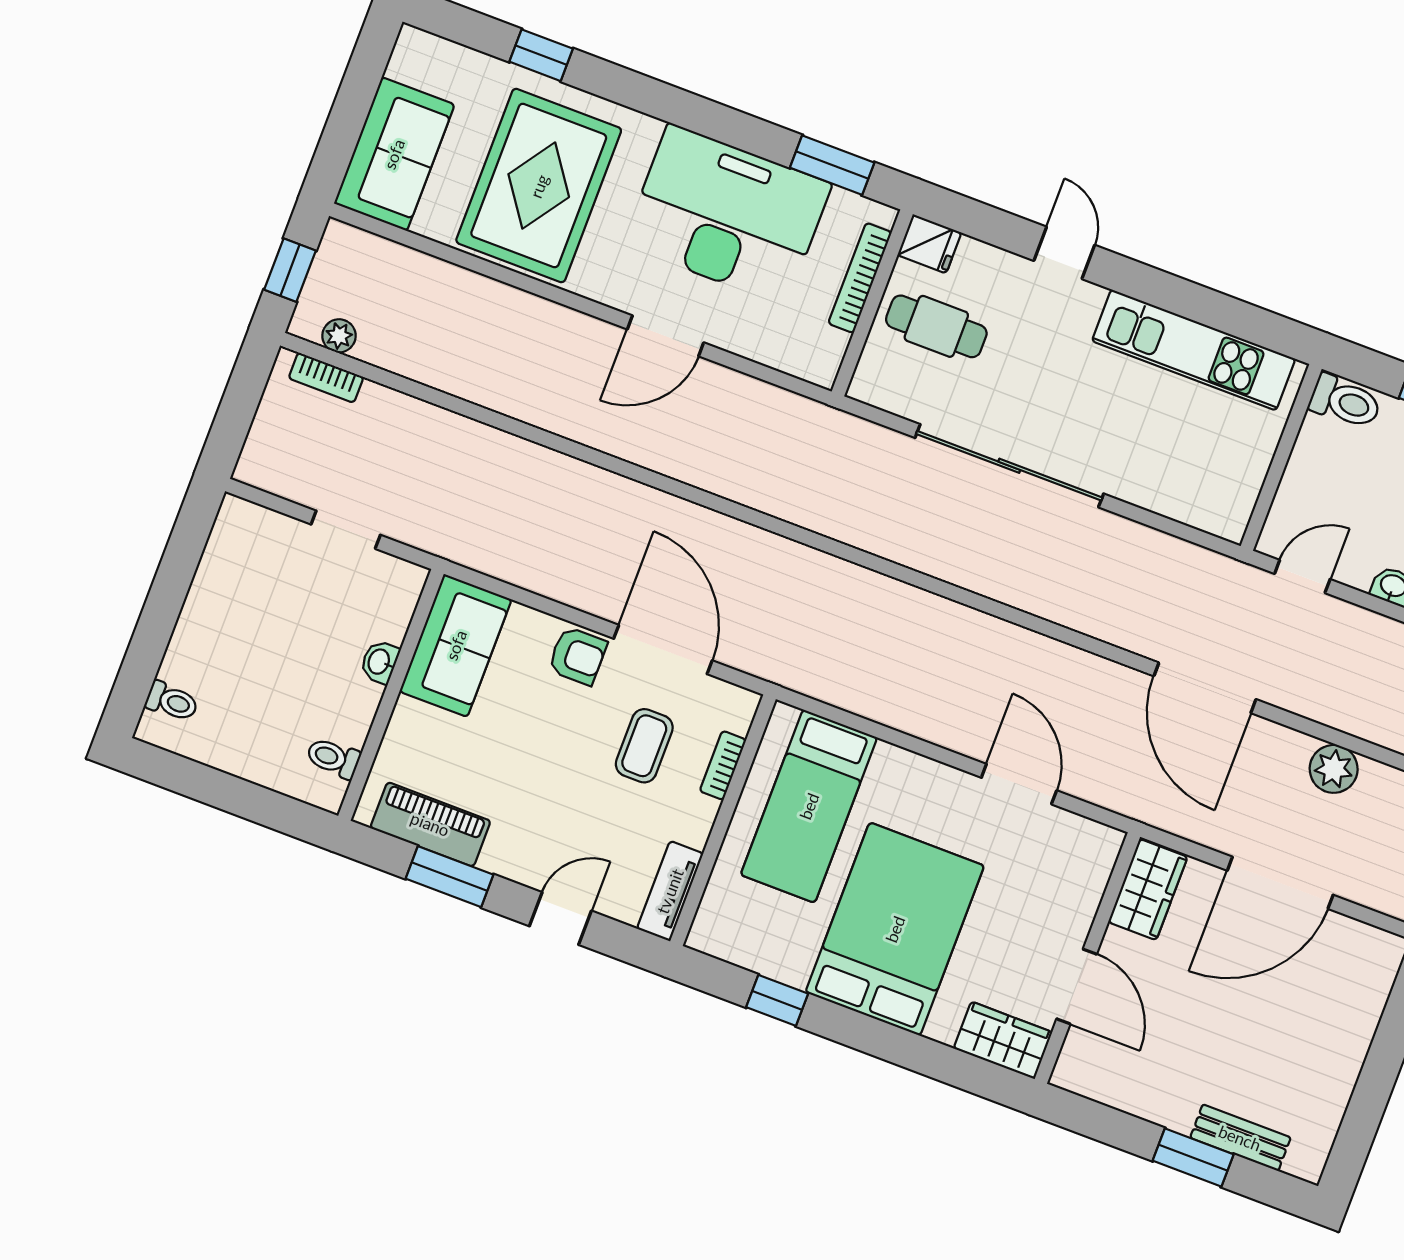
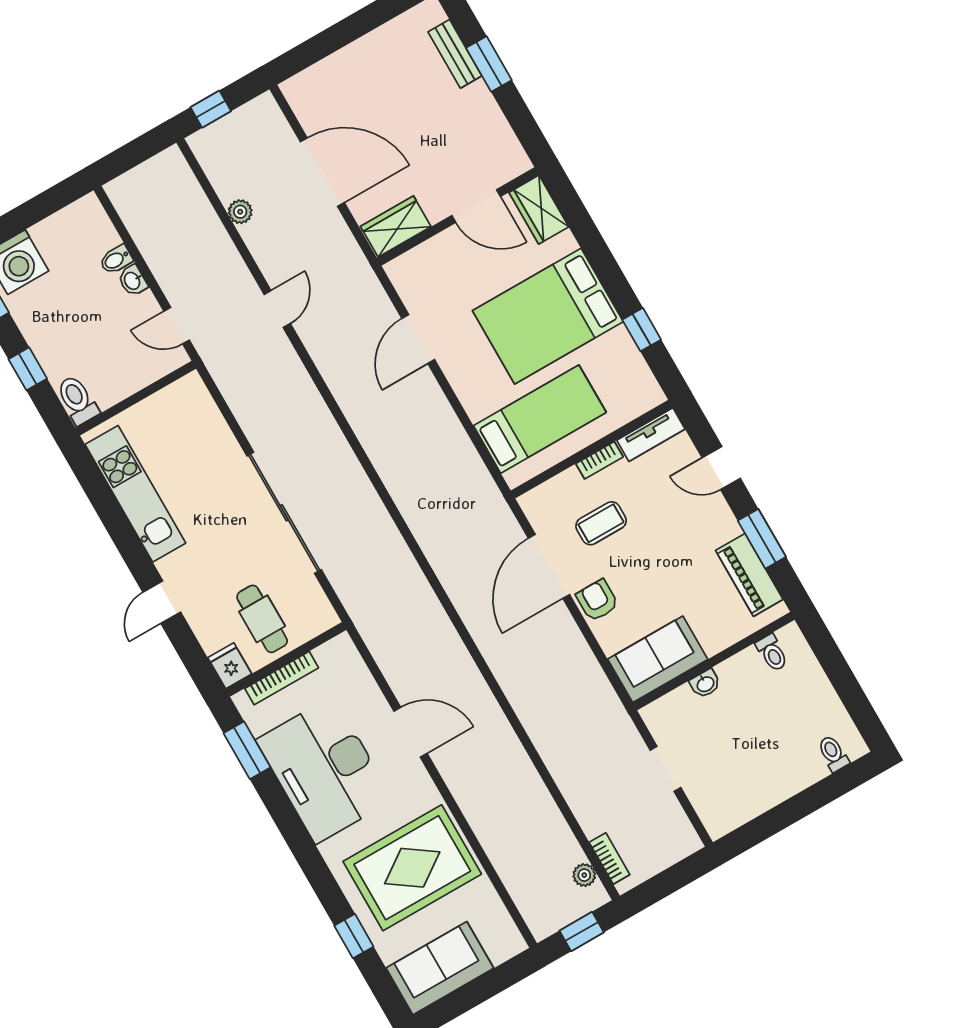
sofa: (394, 154) -> (440, 968), moved
door: (1205, 688) -> (277, 309), width x0.53
bookcase: (723, 765) -> (600, 460), moved
plant: (1334, 769) -> (240, 212), width x0.73, depth x0.73
door: (1077, 987) -> (476, 206), swing flipped

